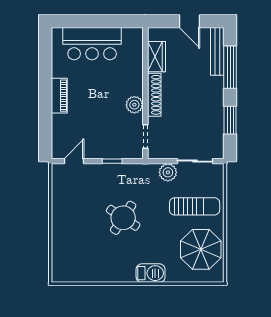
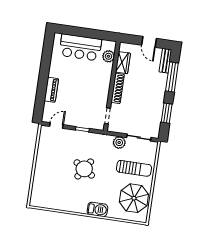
bench: (217, 51) -> (165, 61), width x0.73
piano: (59, 96) -> (51, 90), moved
plant: (134, 105) -> (108, 56), moved

